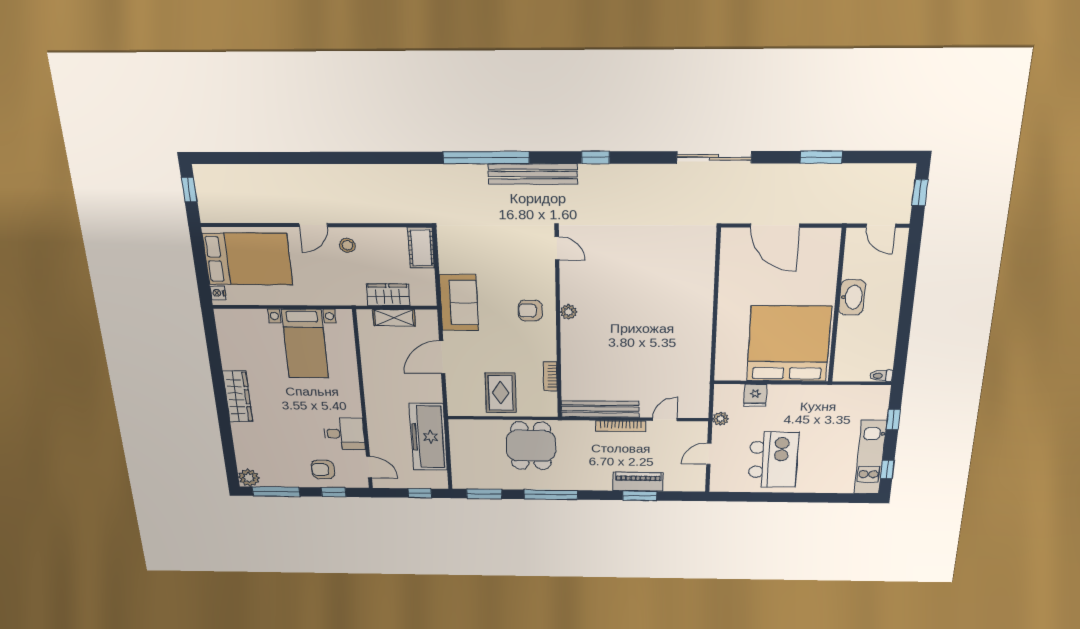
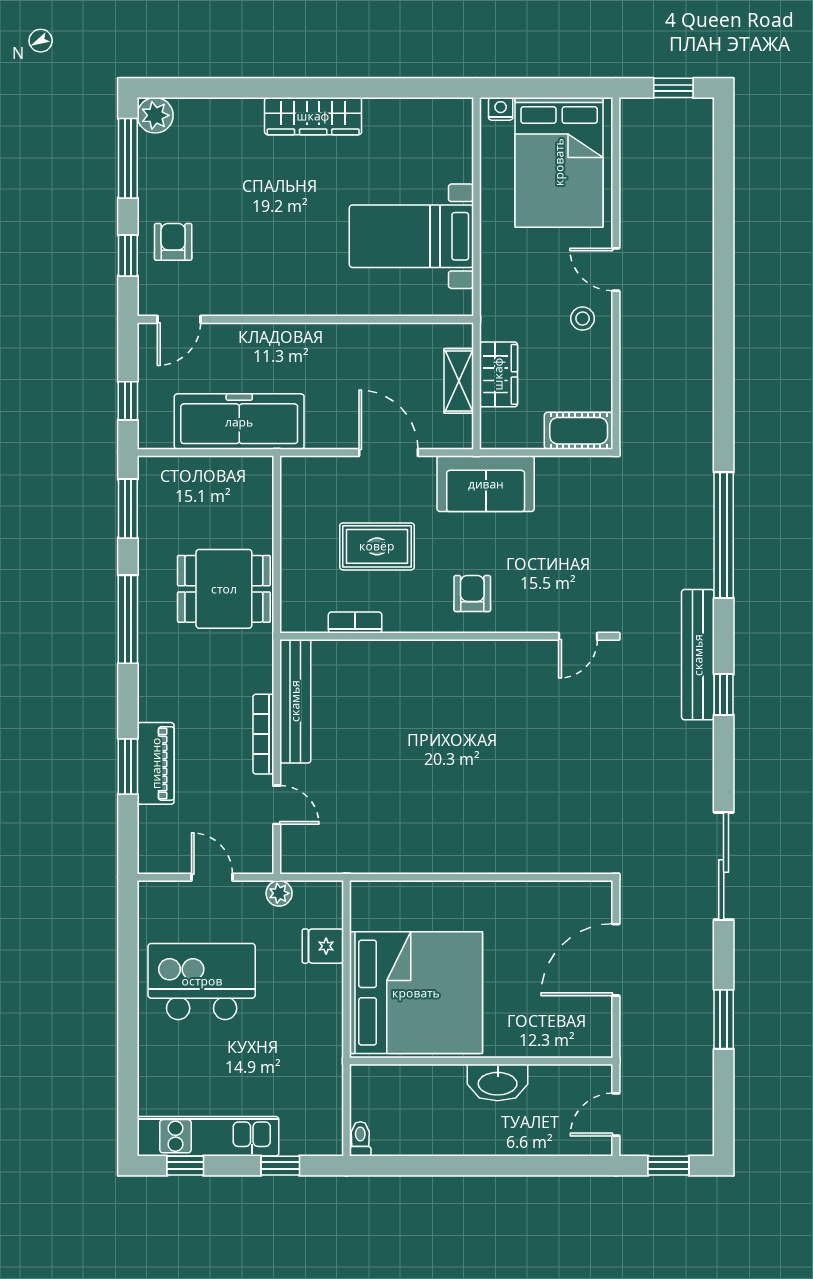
bench: (533, 174) -> (698, 655), moved
plant: (569, 312) -> (470, 653), removed
rug: (501, 393) -> (377, 546), moved
desk: (344, 434) -> (244, 284), removed
kitchen island: (773, 460) -> (202, 981), turned 180

